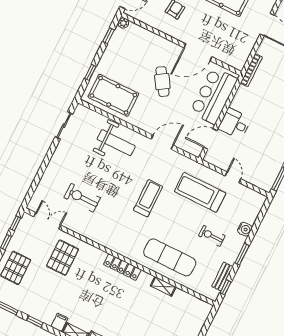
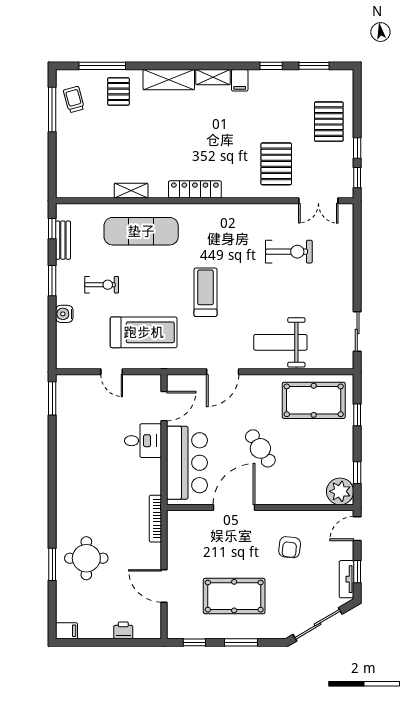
plant: (123, 23) -> (340, 491), width x1.87, depth x1.87
treadmill: (148, 198) -> (205, 292), turned 180

